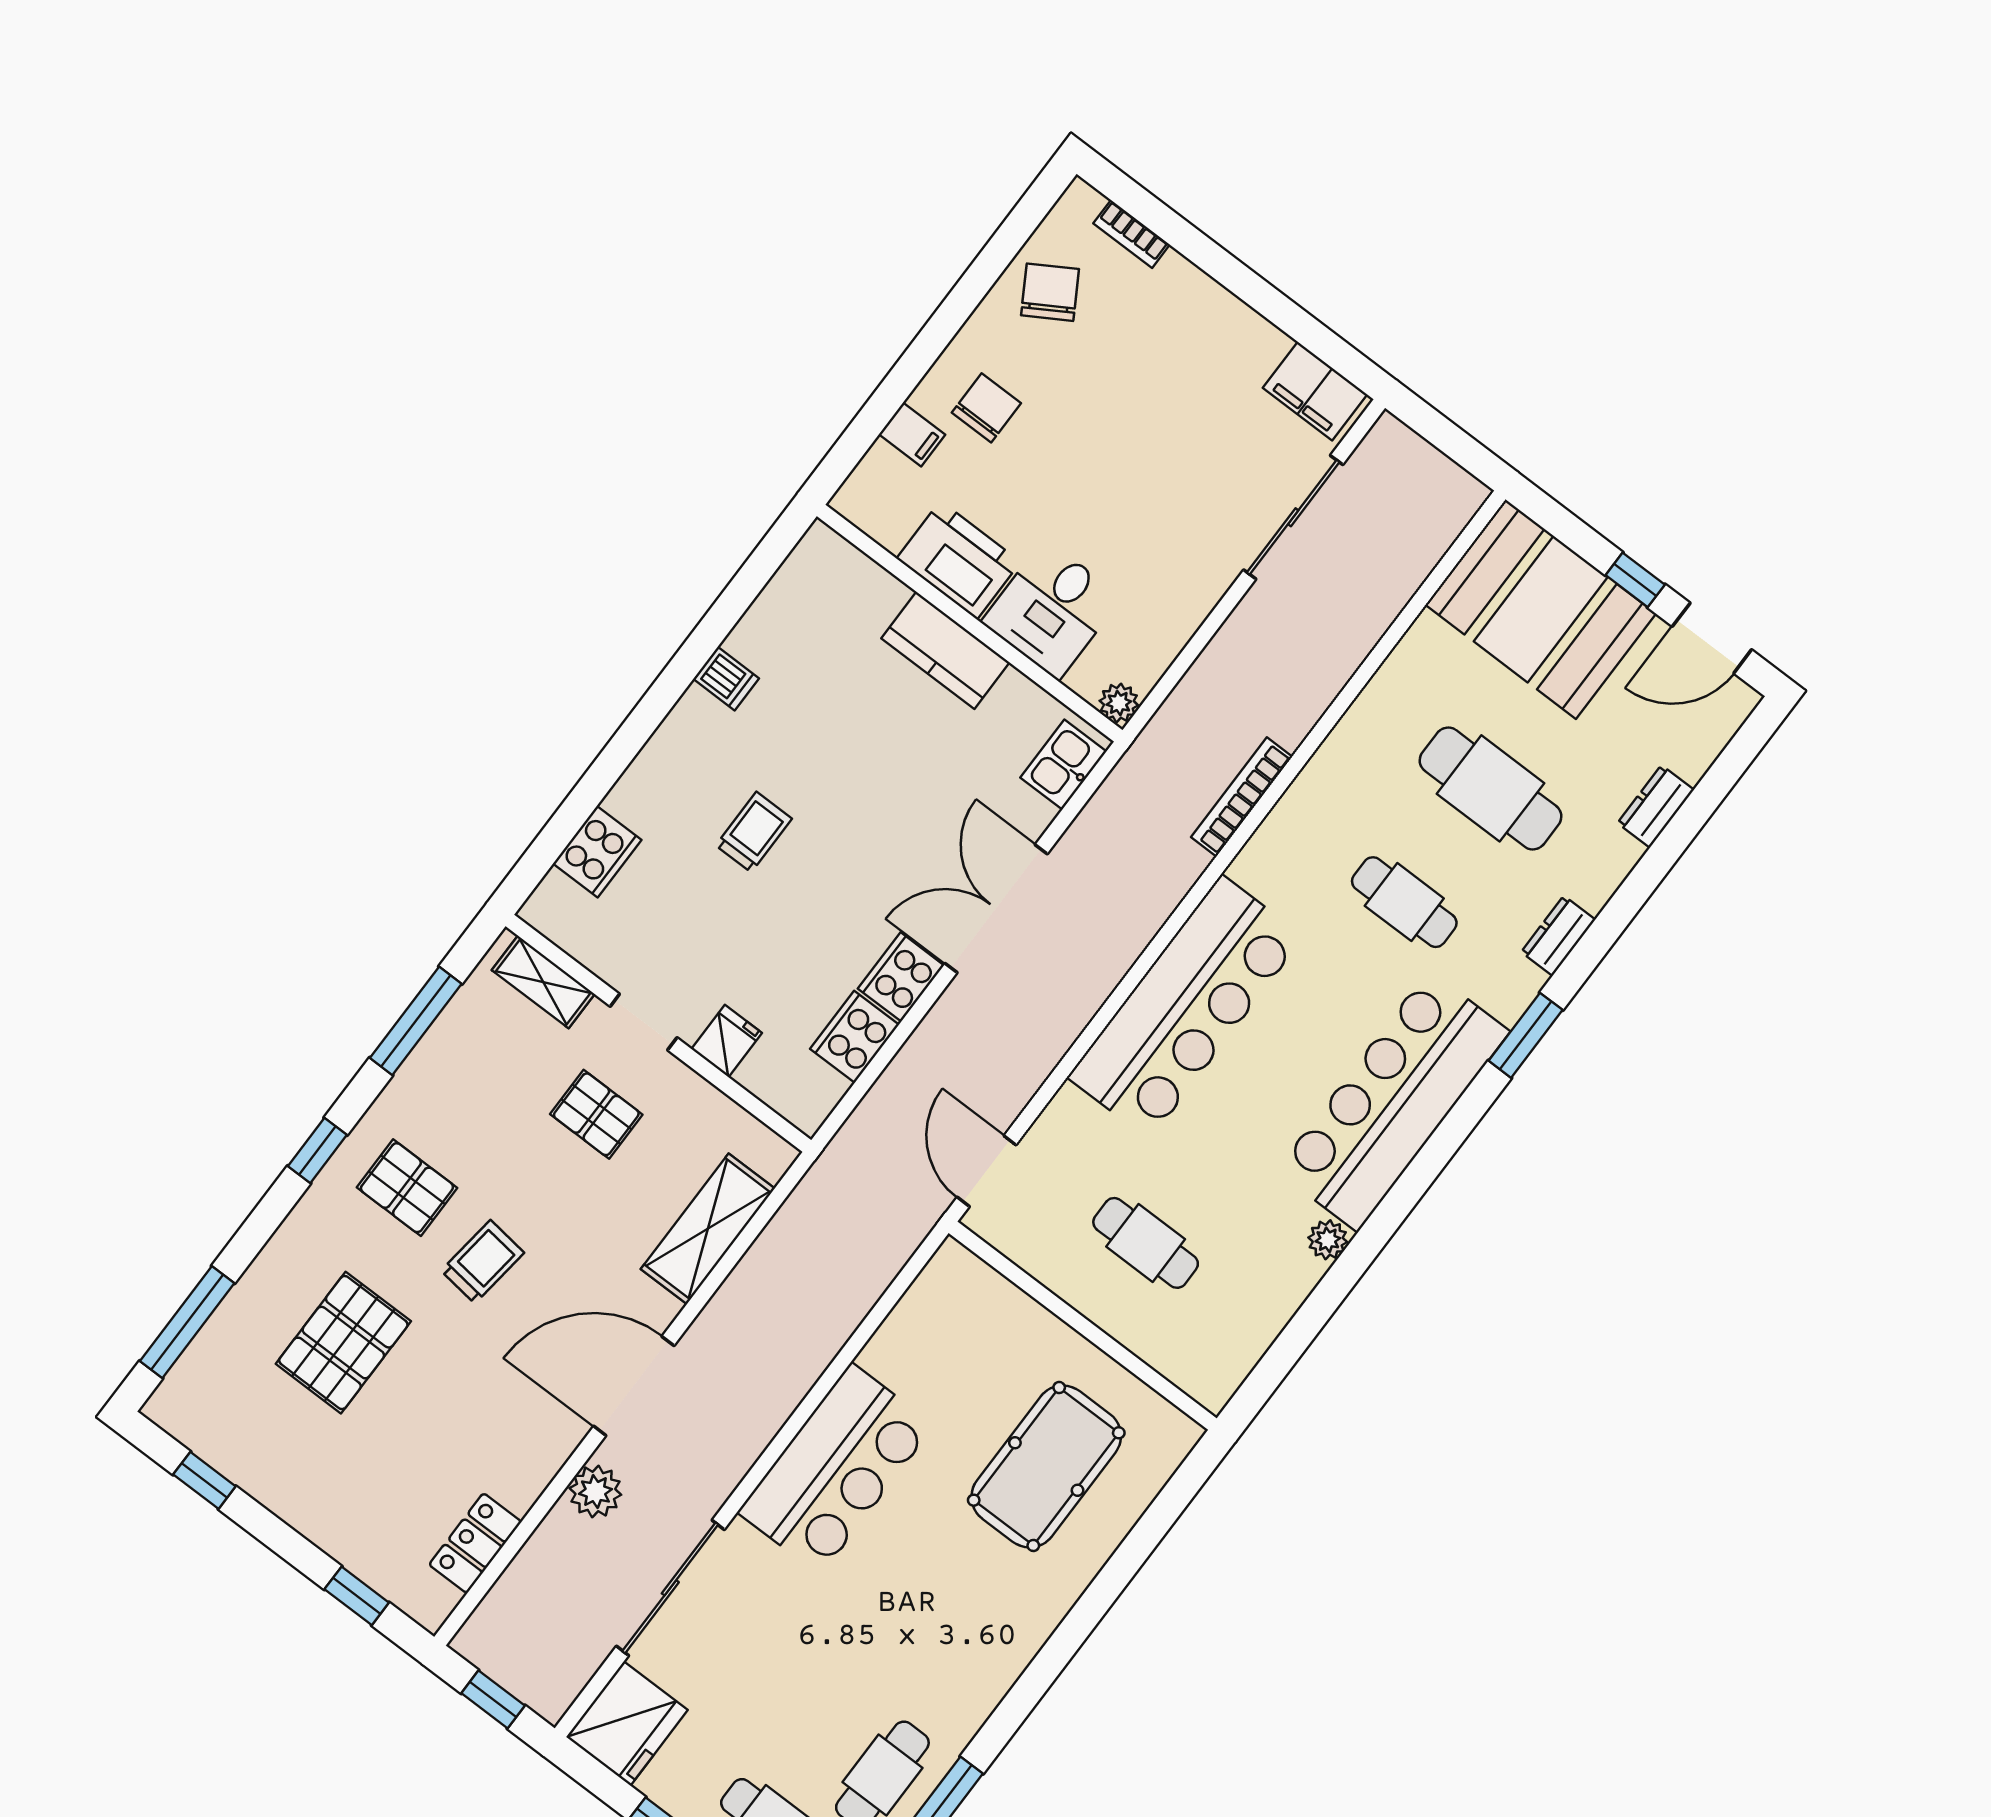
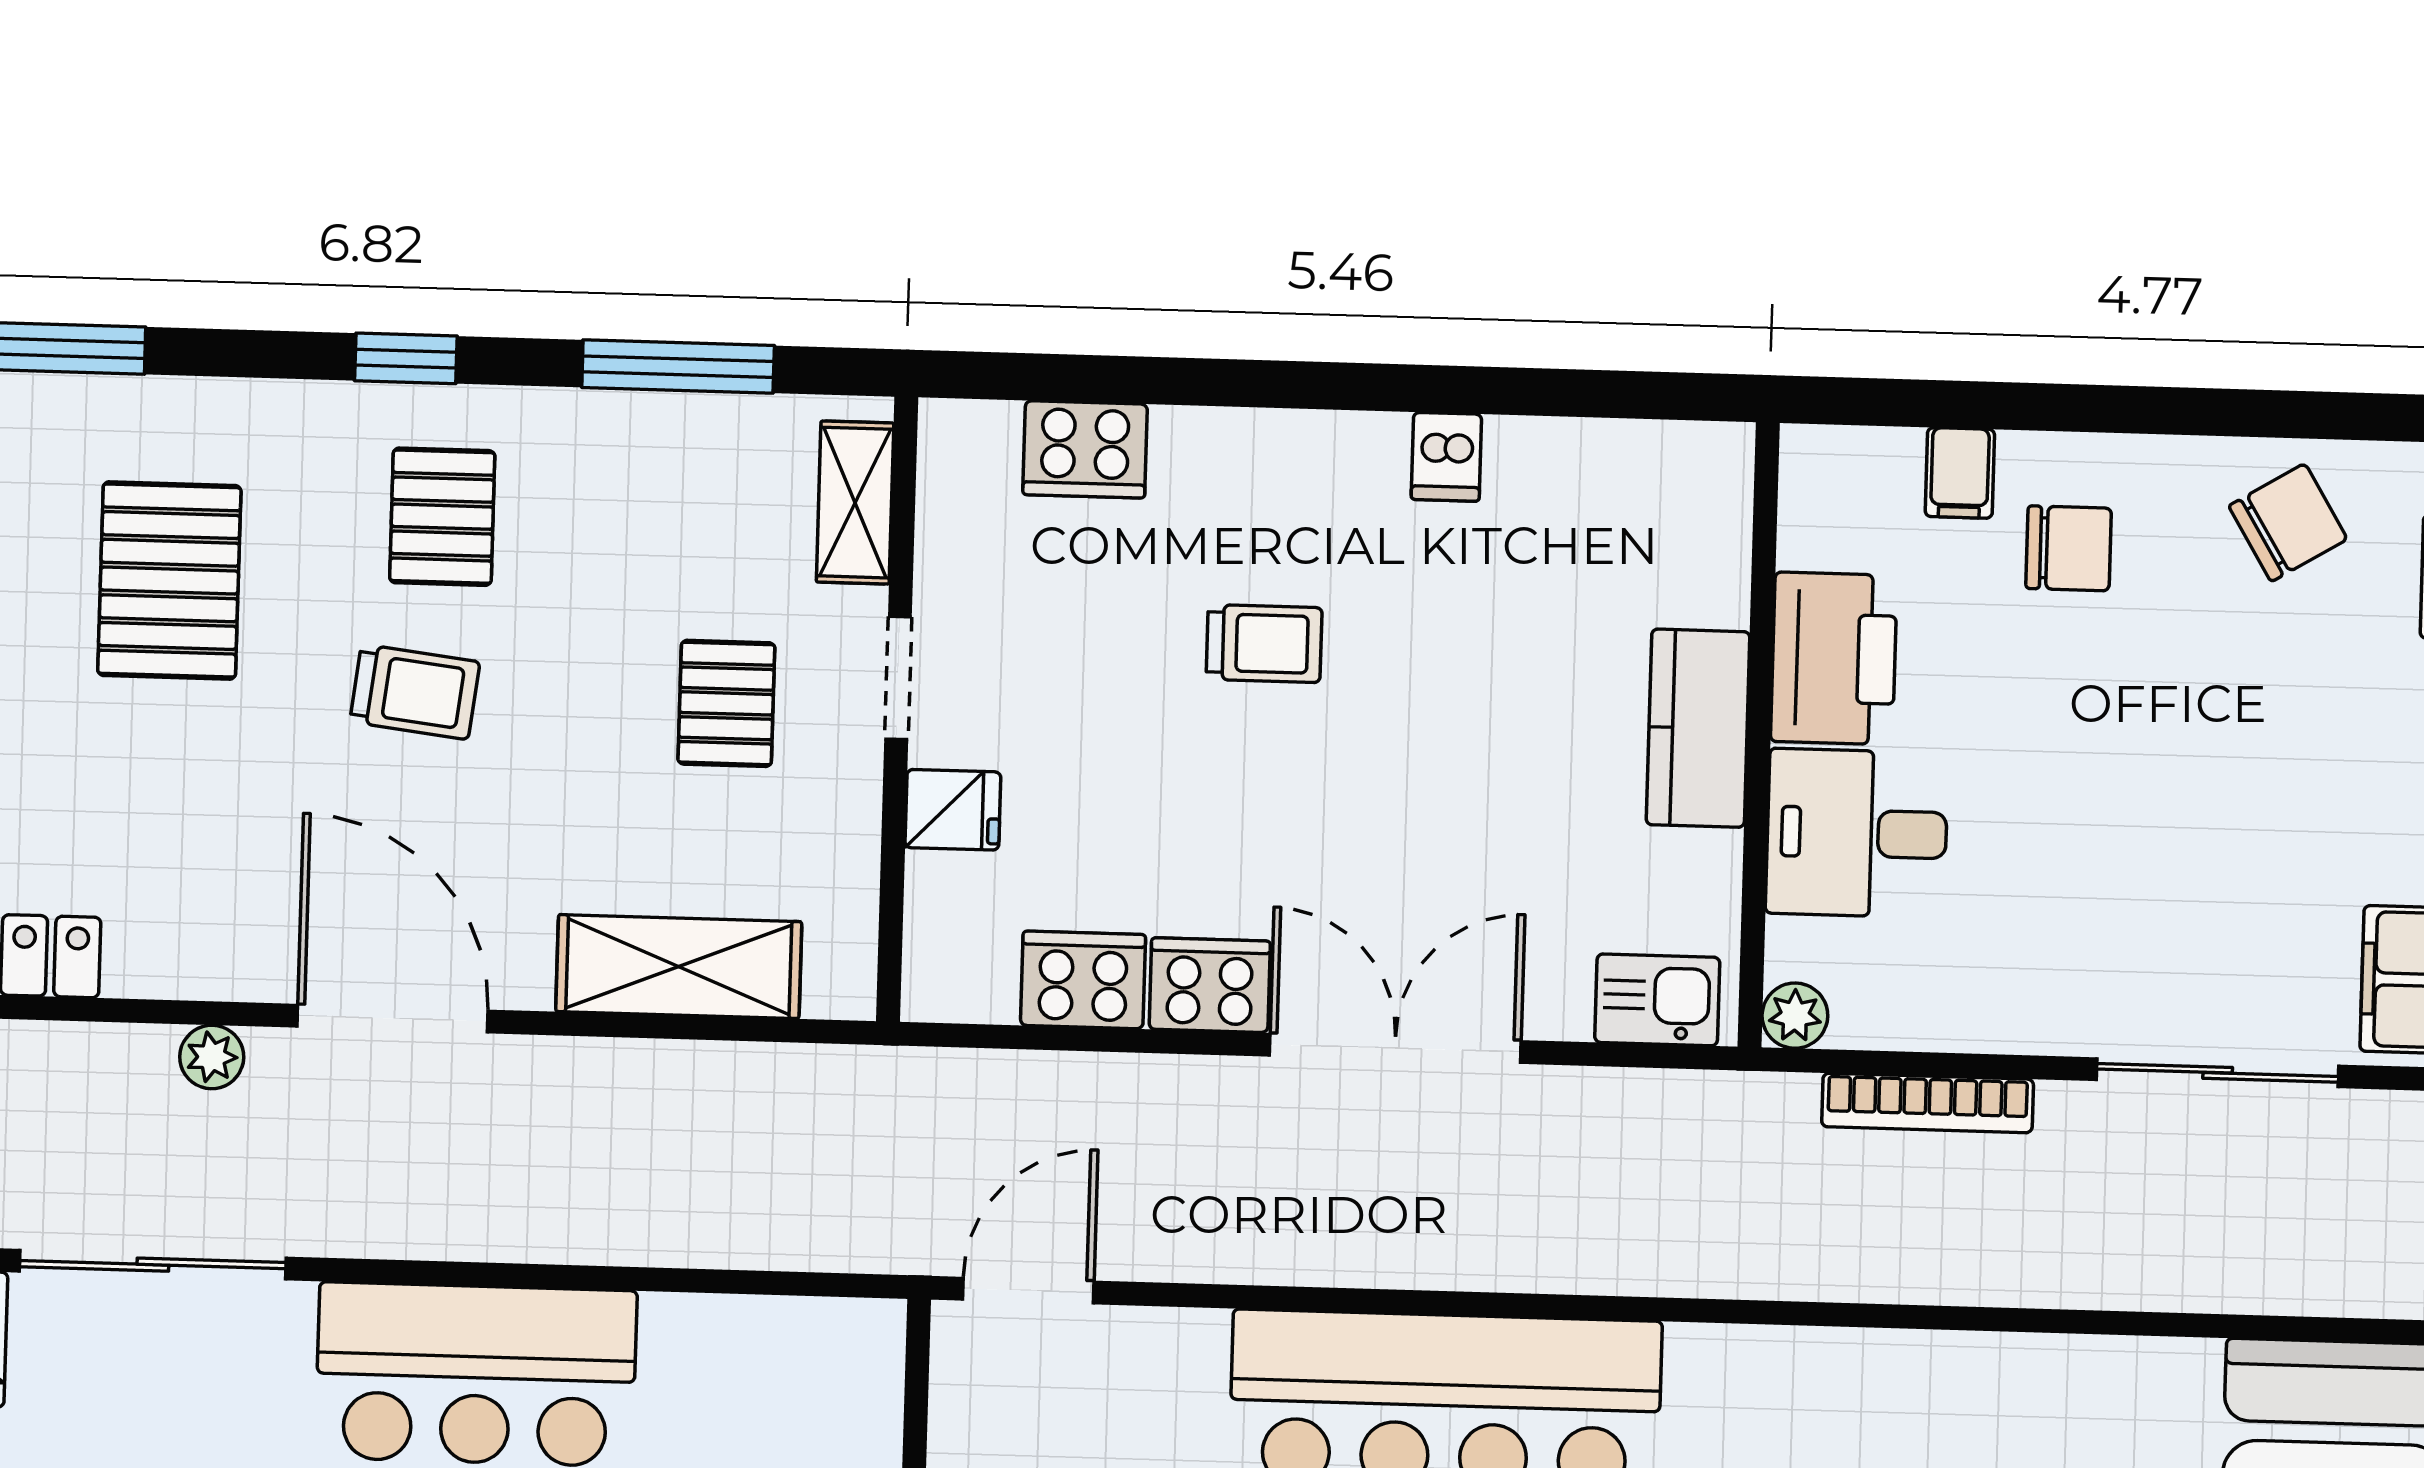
bookcase: (1242, 797) -> (1928, 1103), moved, turned 180
pallet: (343, 1343) -> (169, 581), turned 90
plant: (595, 1491) -> (212, 1057), width x0.73, depth x0.73

